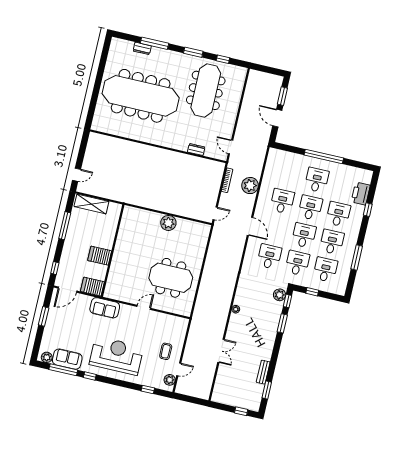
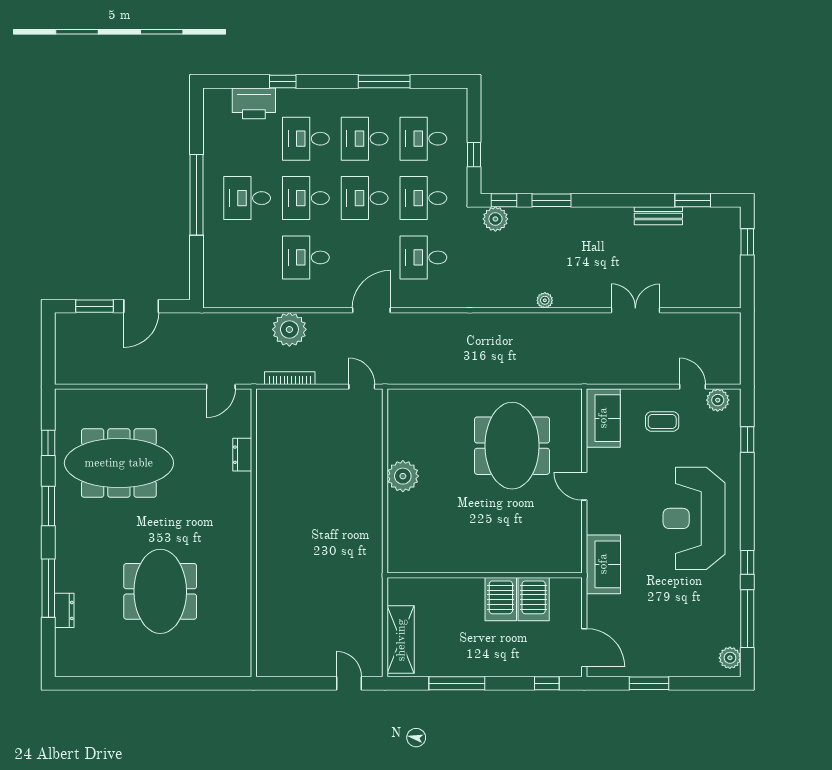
meeting table: (141, 96) -> (160, 591), width x0.54, depth x0.79
server rack: (92, 287) -> (534, 599), moved
sofa: (67, 359) -> (603, 418), moved, turned 180

